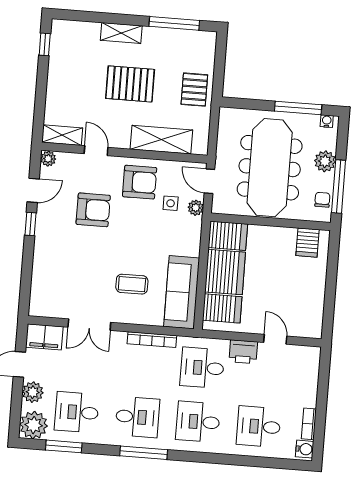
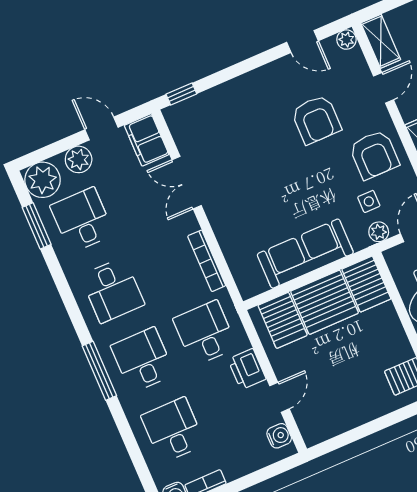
window: (31, 224) -> (181, 94), moved
coffee table: (132, 284) -> (256, 206), removed
sofa: (182, 292) -> (305, 254), moved
water cooler: (302, 354) -> (279, 436), added
window: (144, 453) -> (99, 371), moved

